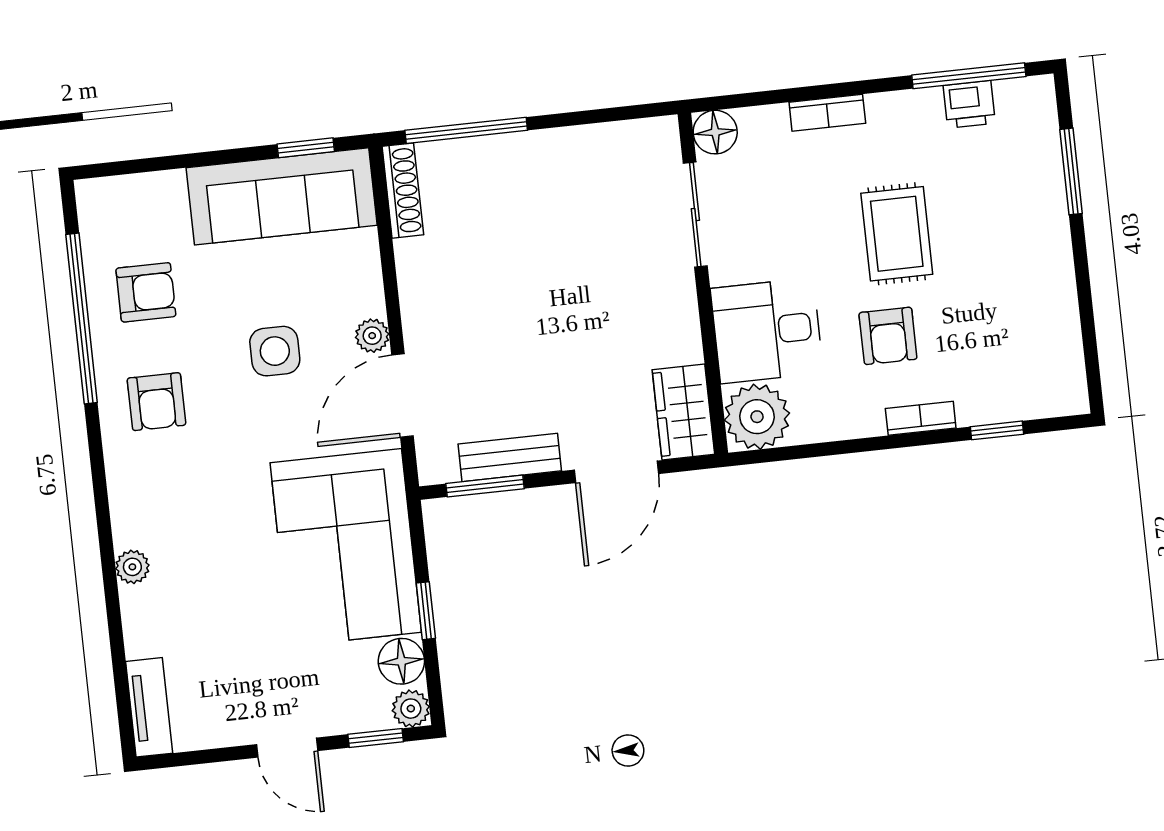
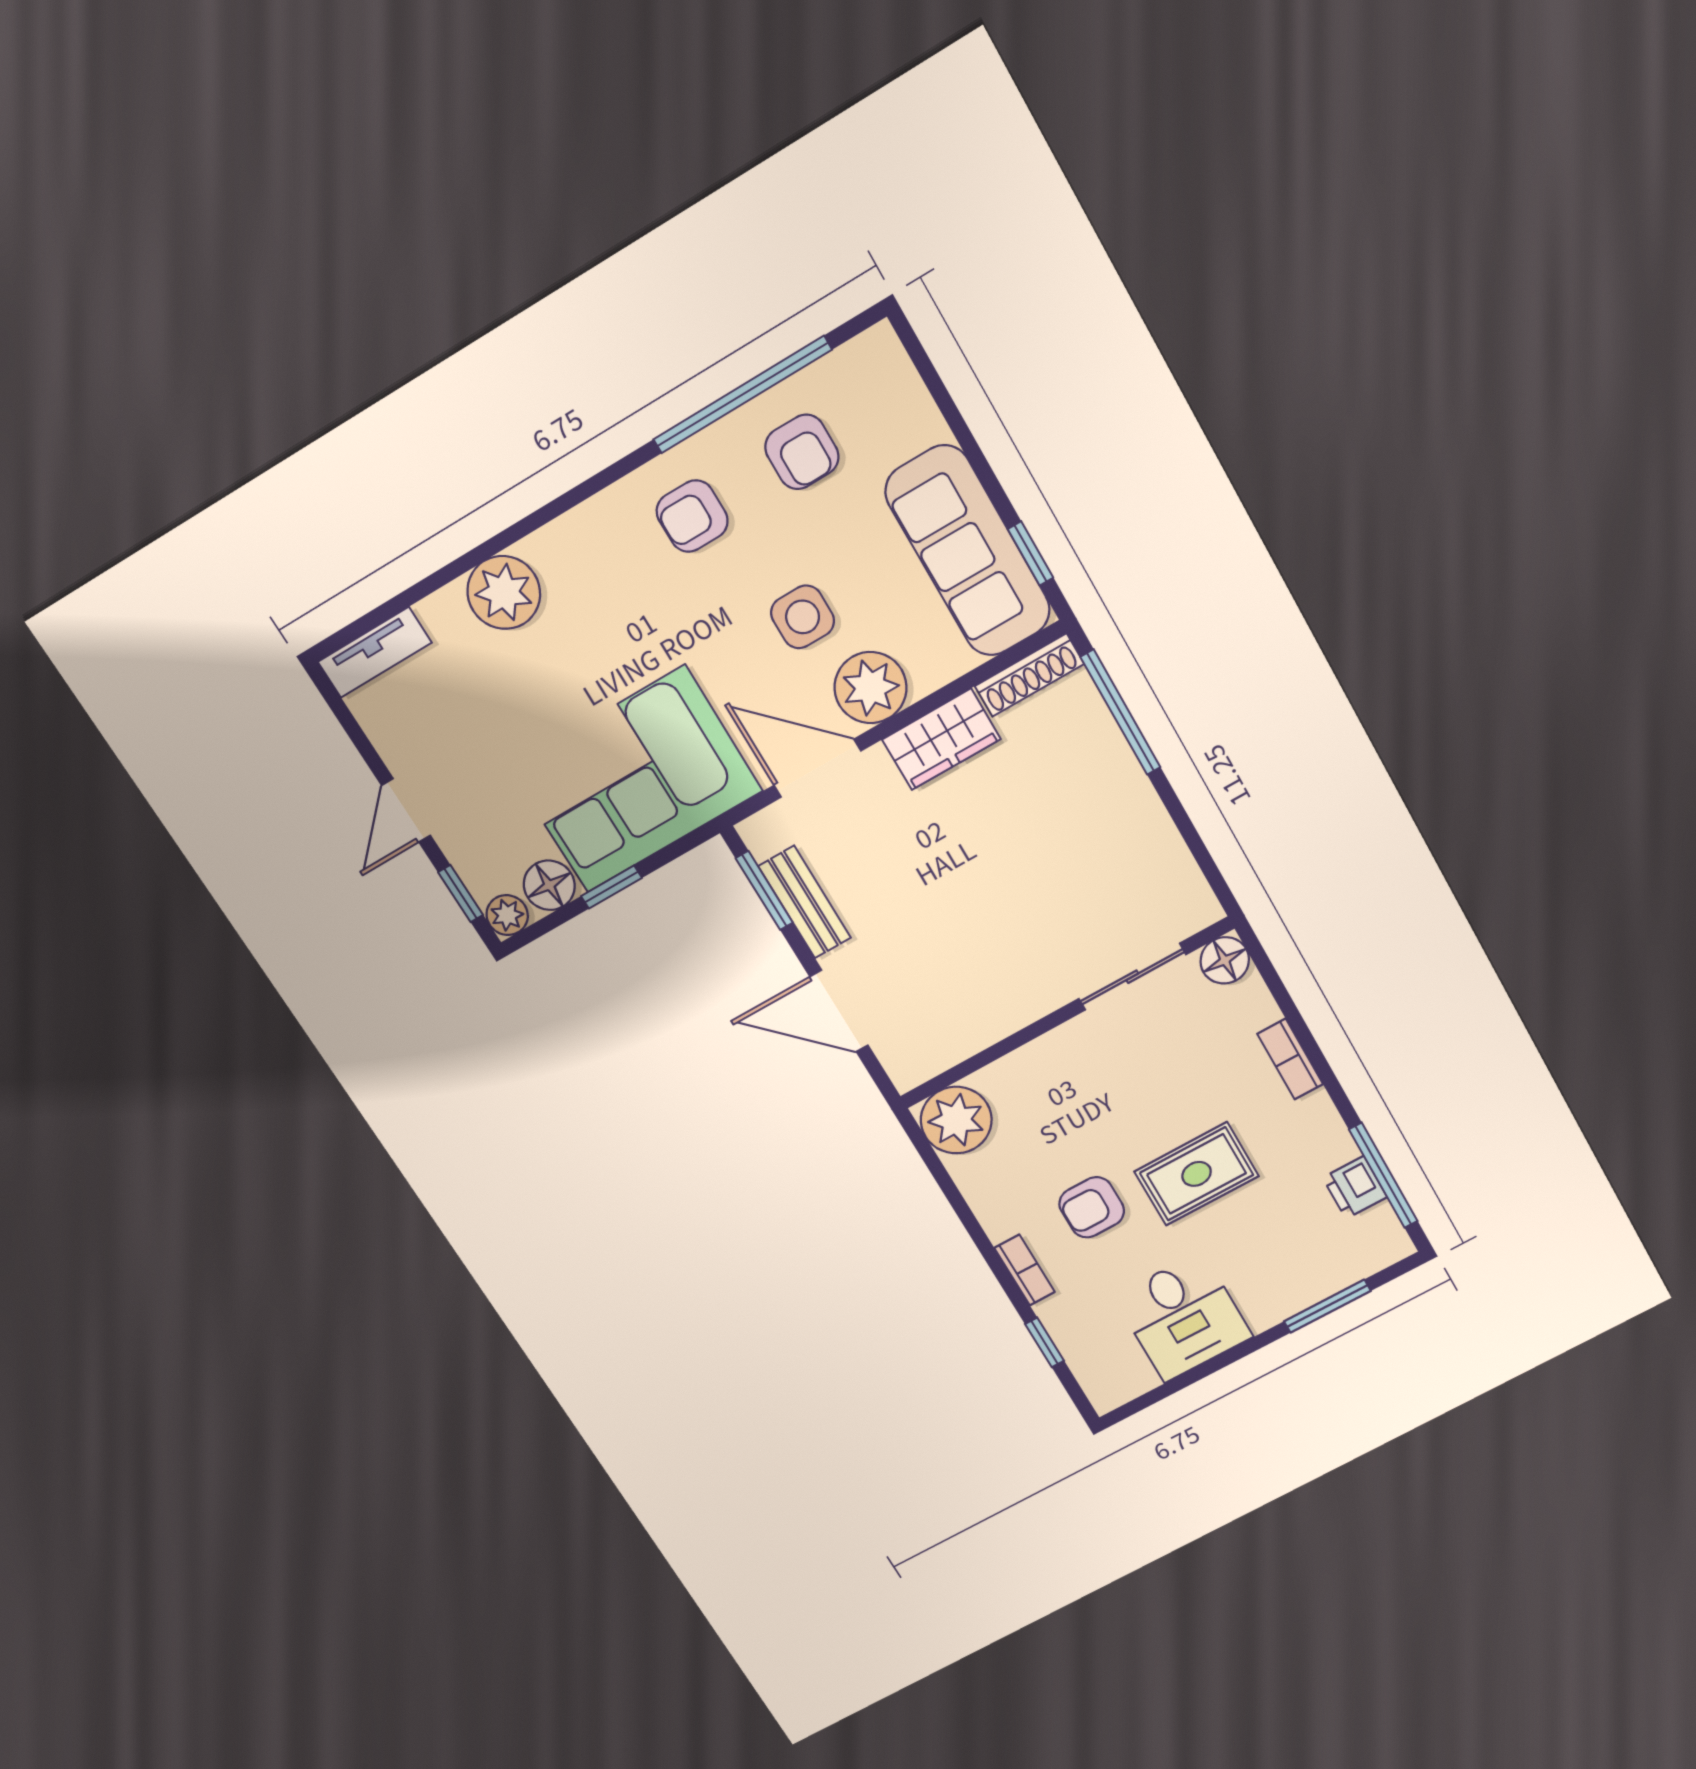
desk: (767, 331) -> (1183, 1317), moved, turned 180
plant: (372, 336) -> (871, 688), width x1.87, depth x1.87
wardrobe: (683, 412) -> (941, 739), moved, turned 180
plant: (132, 567) -> (504, 593), width x1.88, depth x1.88

